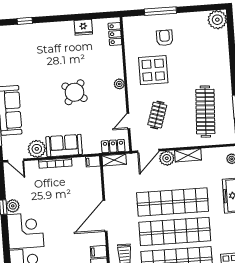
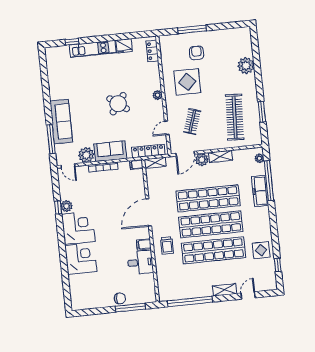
plant: (217, 20) -> (246, 66), moved
kitchen unit: (48, 30) -> (93, 49), added
locker: (113, 146) -> (148, 151), width x1.53

